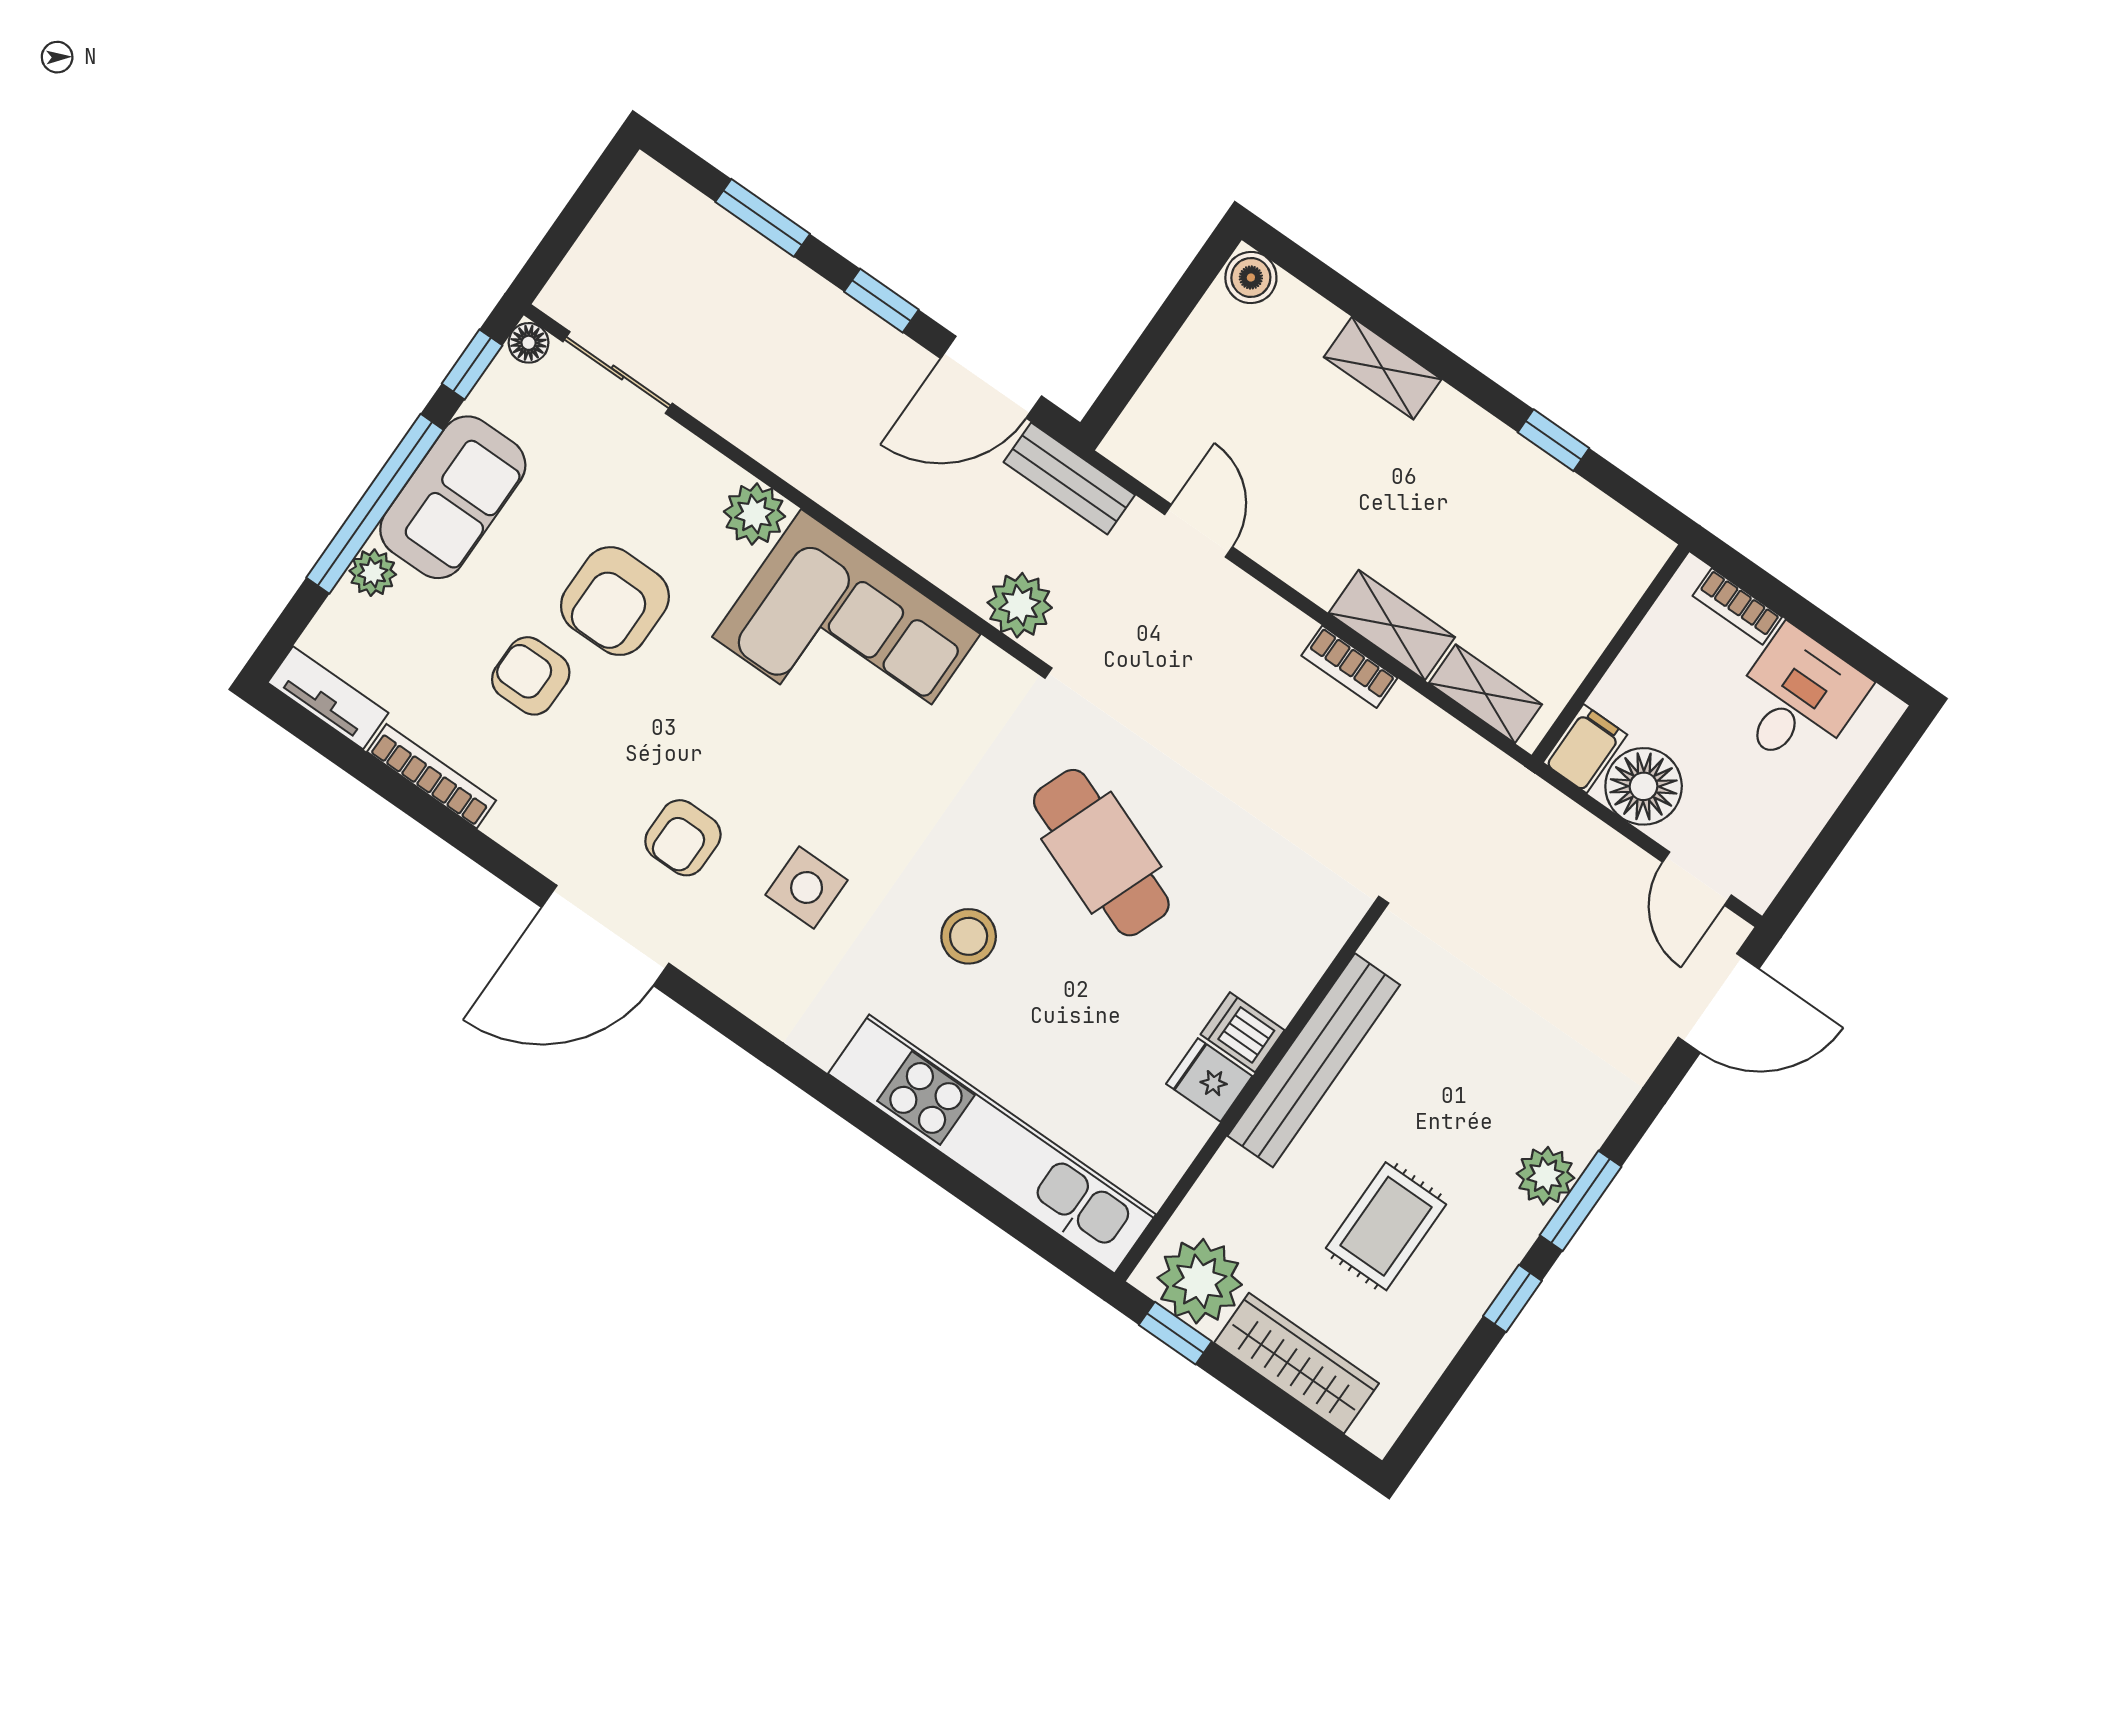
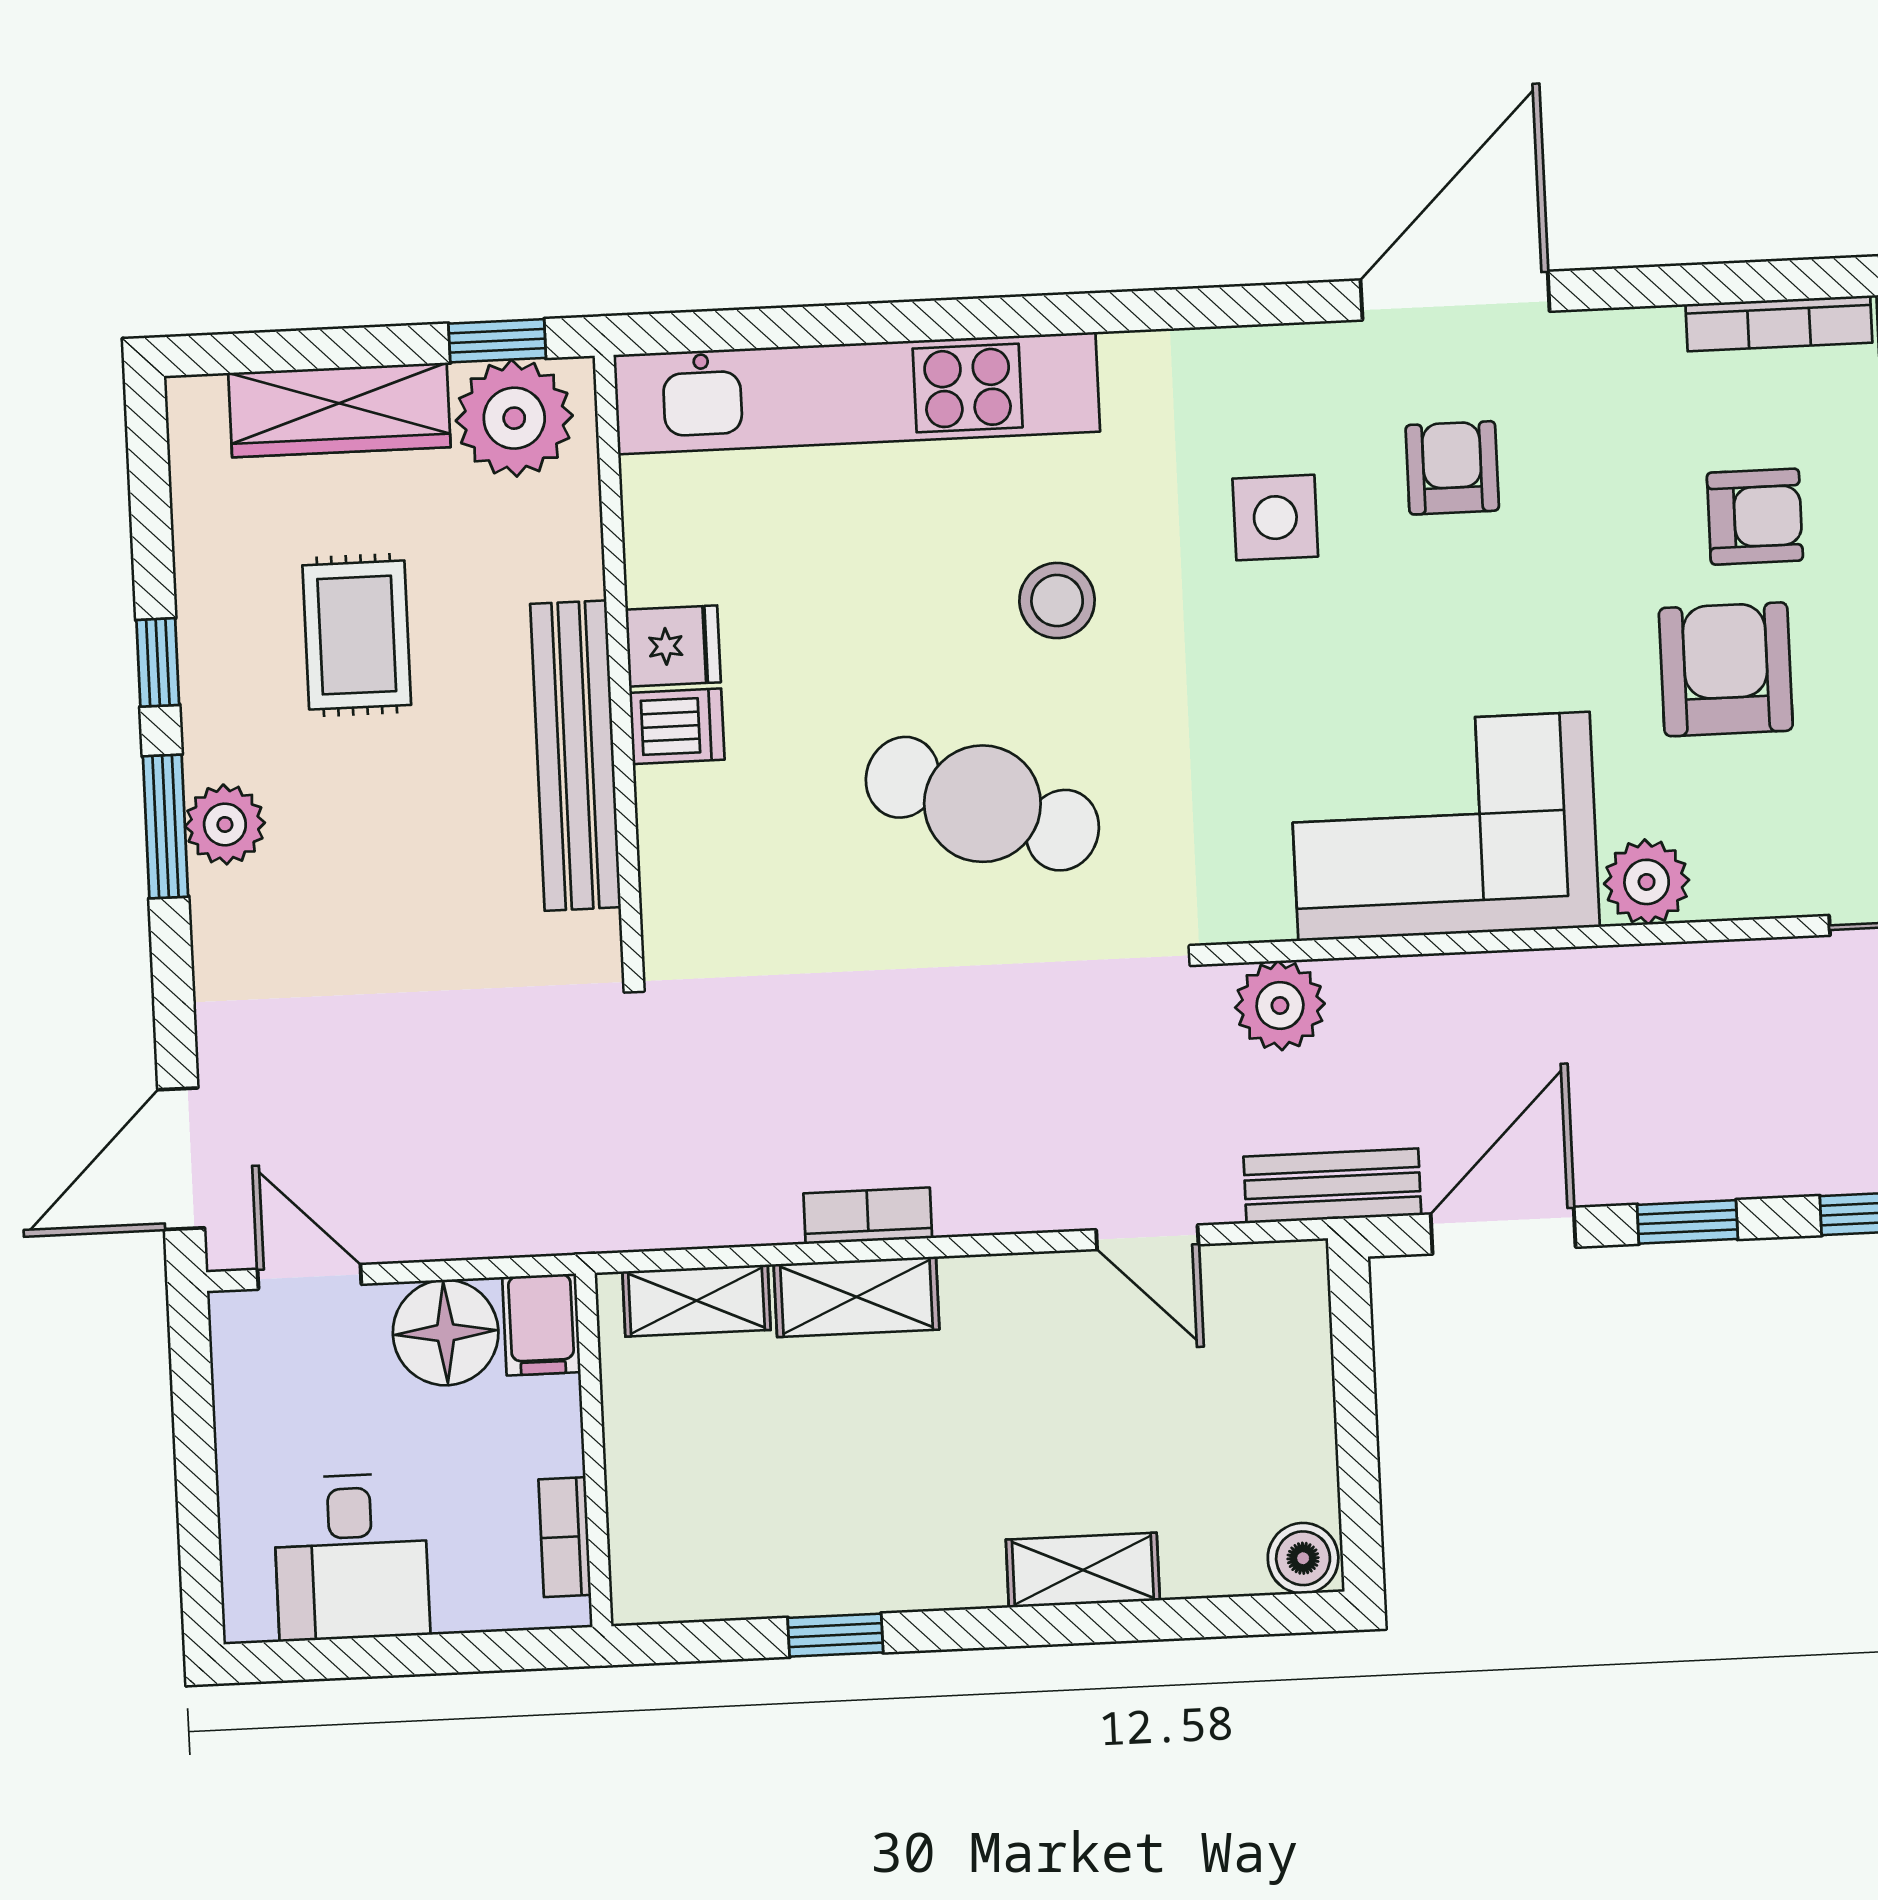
bookcase: (1737, 606) -> (565, 1537), moved, turned -90

